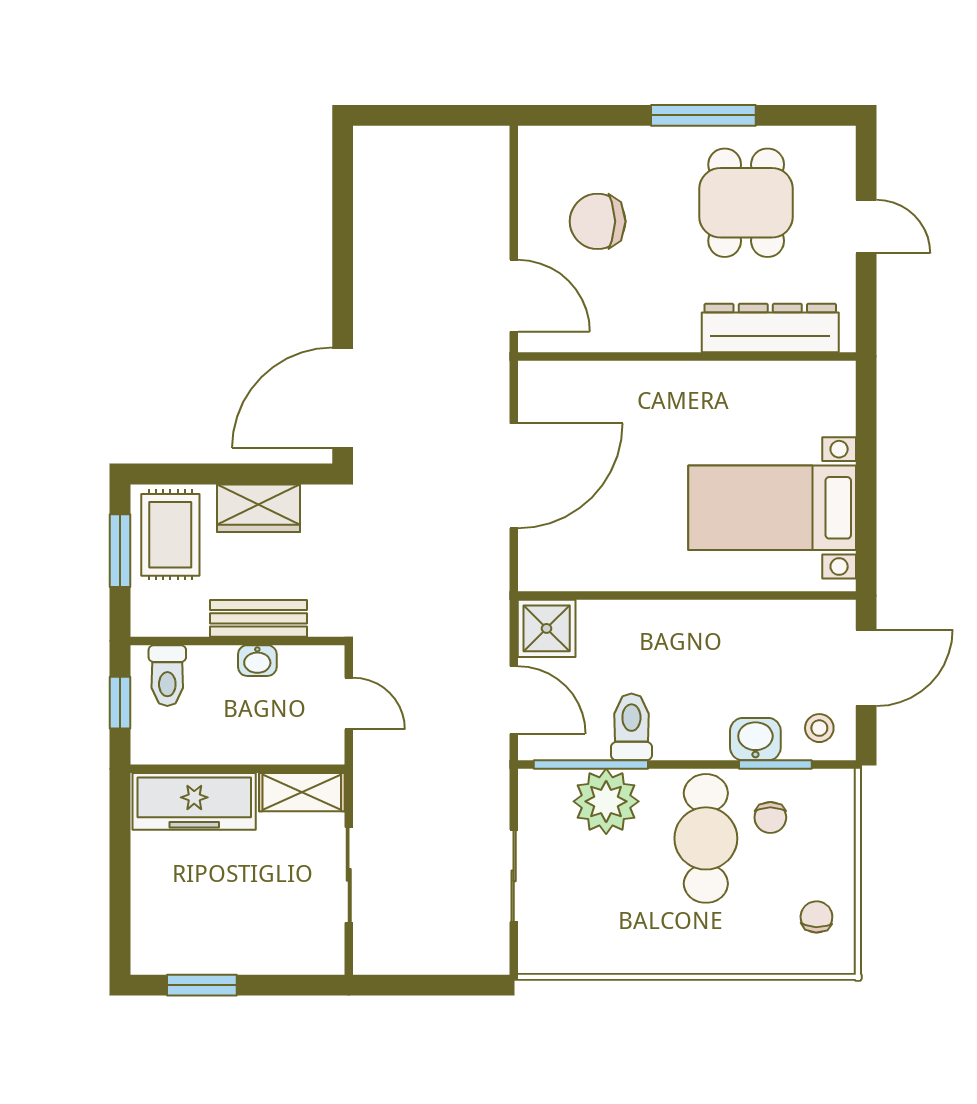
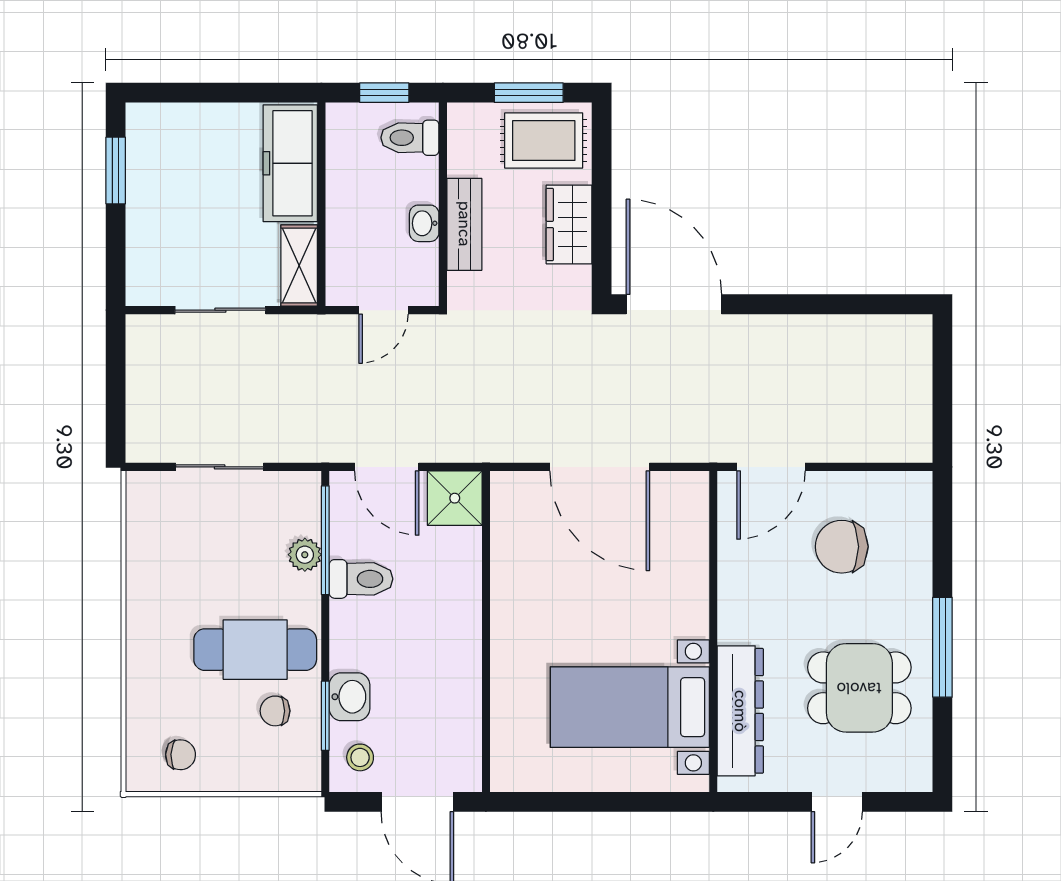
chair: (598, 221) -> (842, 547), turned -90
bed with nightstands: (772, 508) -> (630, 707), moved, turned -90
door: (514, 700) -> (387, 467), hinge flipped
plant: (606, 801) -> (305, 555), width x0.53, depth x0.53

